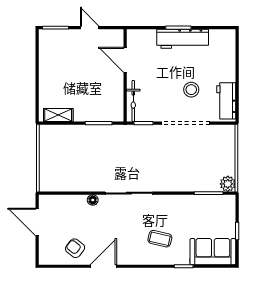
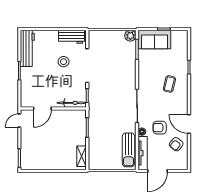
door: (90, 28) -> (19, 121), moved
workbench: (183, 39) -> (27, 48), moved
sun lounger: (67, 181) -> (128, 150), added
tv unit: (62, 201) -> (143, 153), added
armchair: (98, 225) -> (160, 128), added
sofa: (213, 252) -> (154, 39), moved, turned -90

